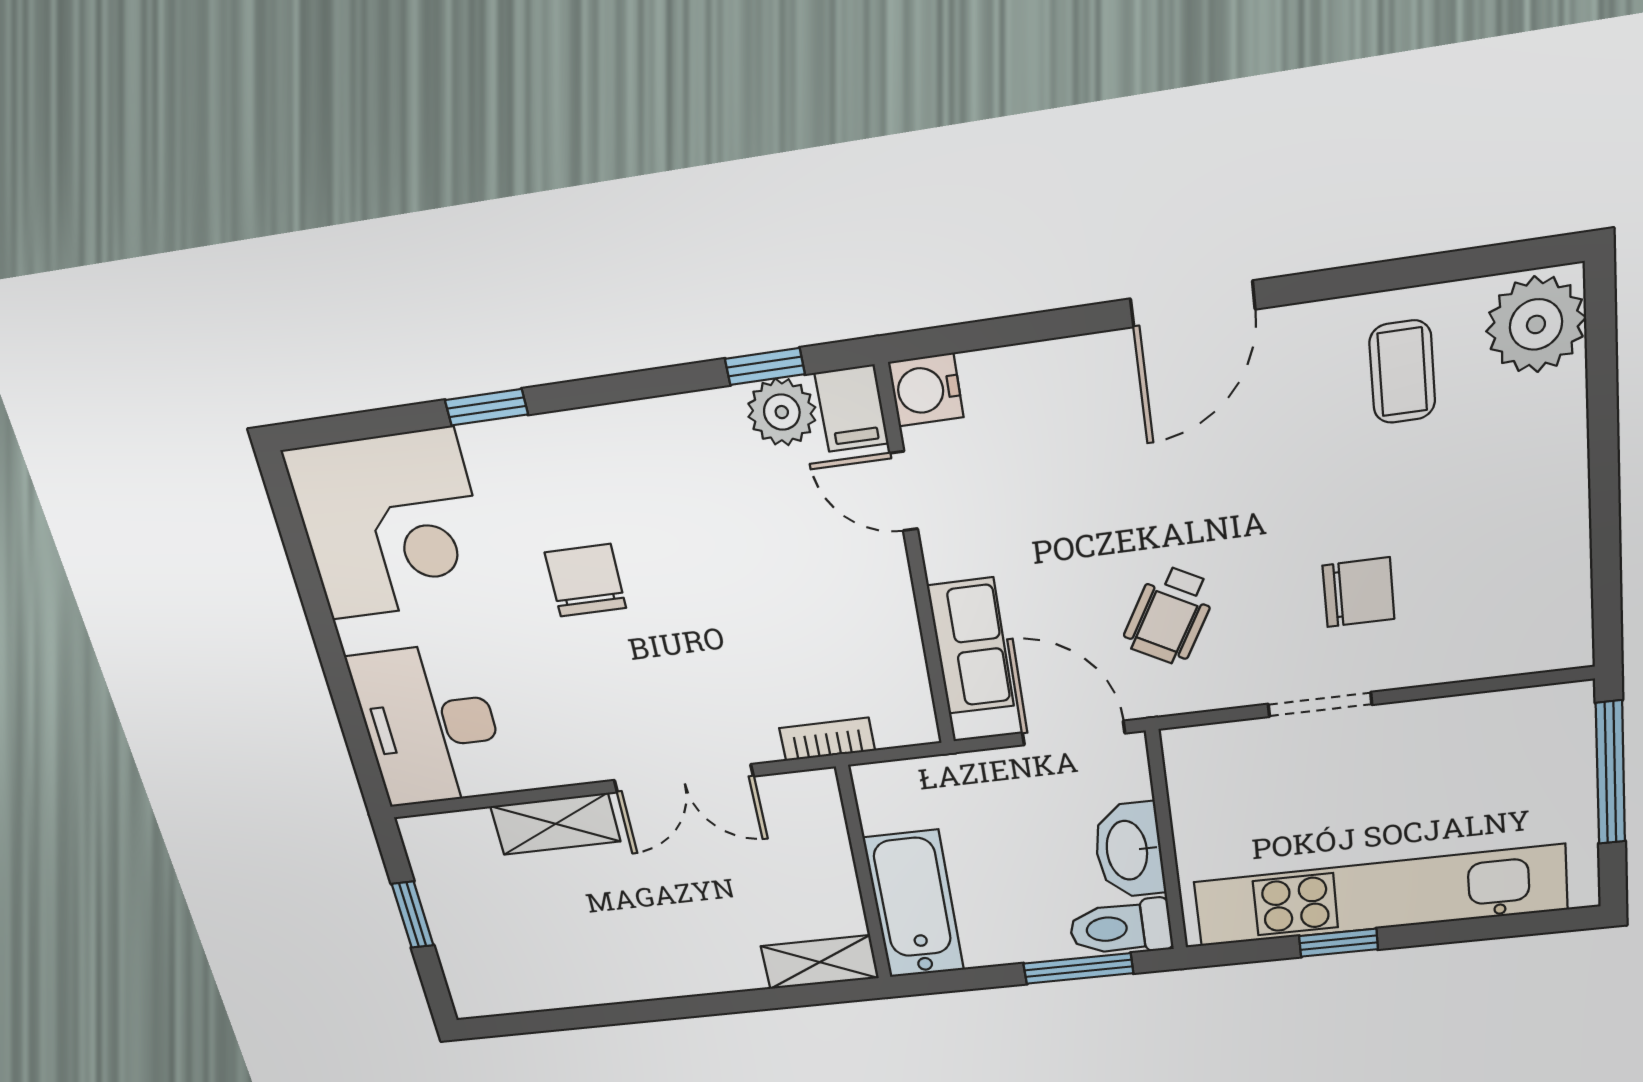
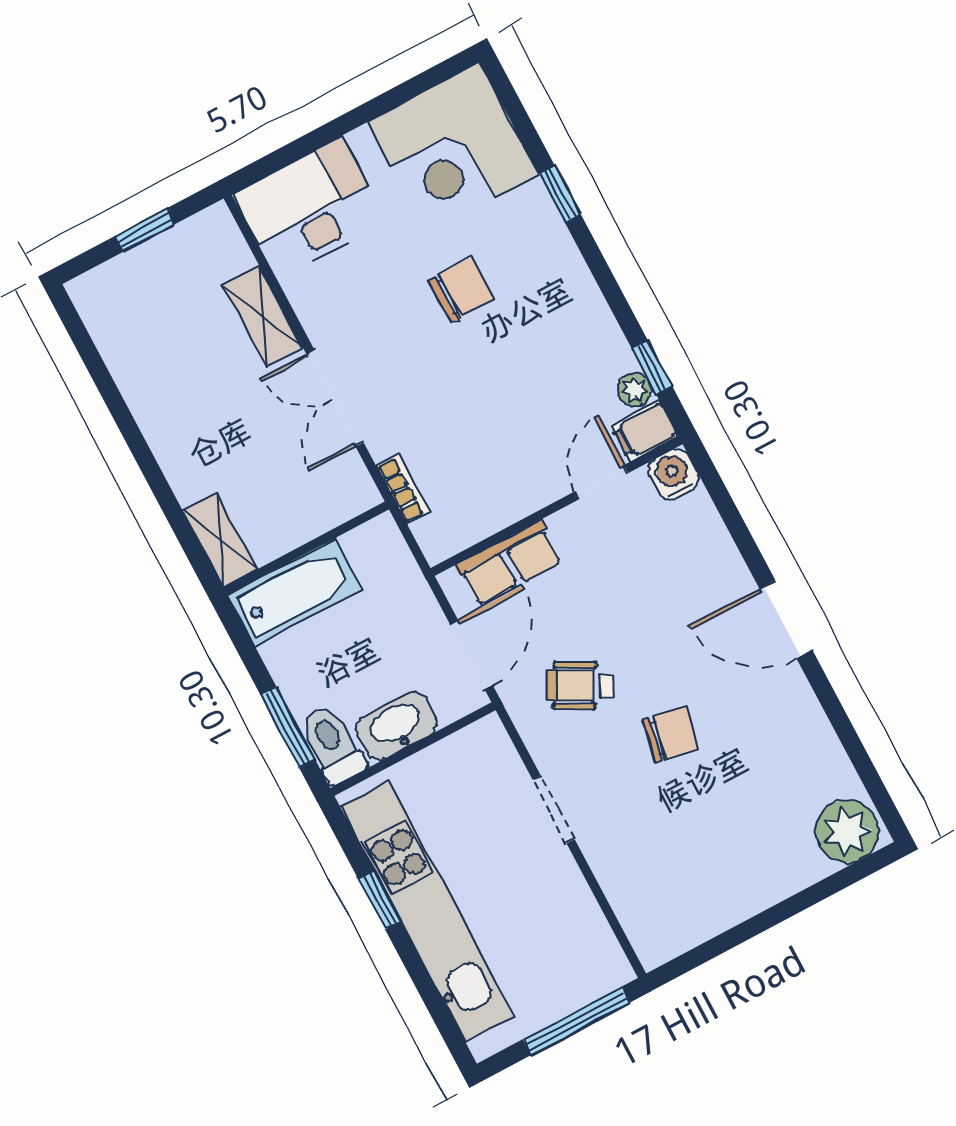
coffee table: (1402, 372) -> (790, 764), removed
plant: (782, 412) -> (634, 390), width x0.73, depth x0.73
chair: (1358, 592) -> (671, 735), moved, turned -78

